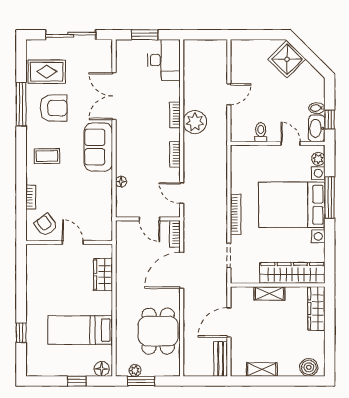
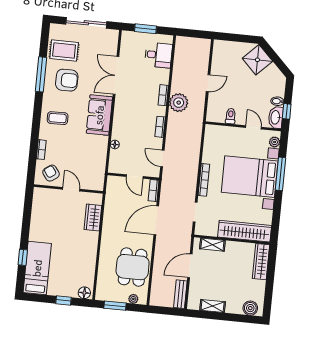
desk: (164, 60) -> (158, 55), width x0.73
shelving: (269, 293) -> (212, 245), moved
bed: (80, 330) -> (37, 268), moved, turned 90
plant: (135, 370) -> (133, 299), moved

